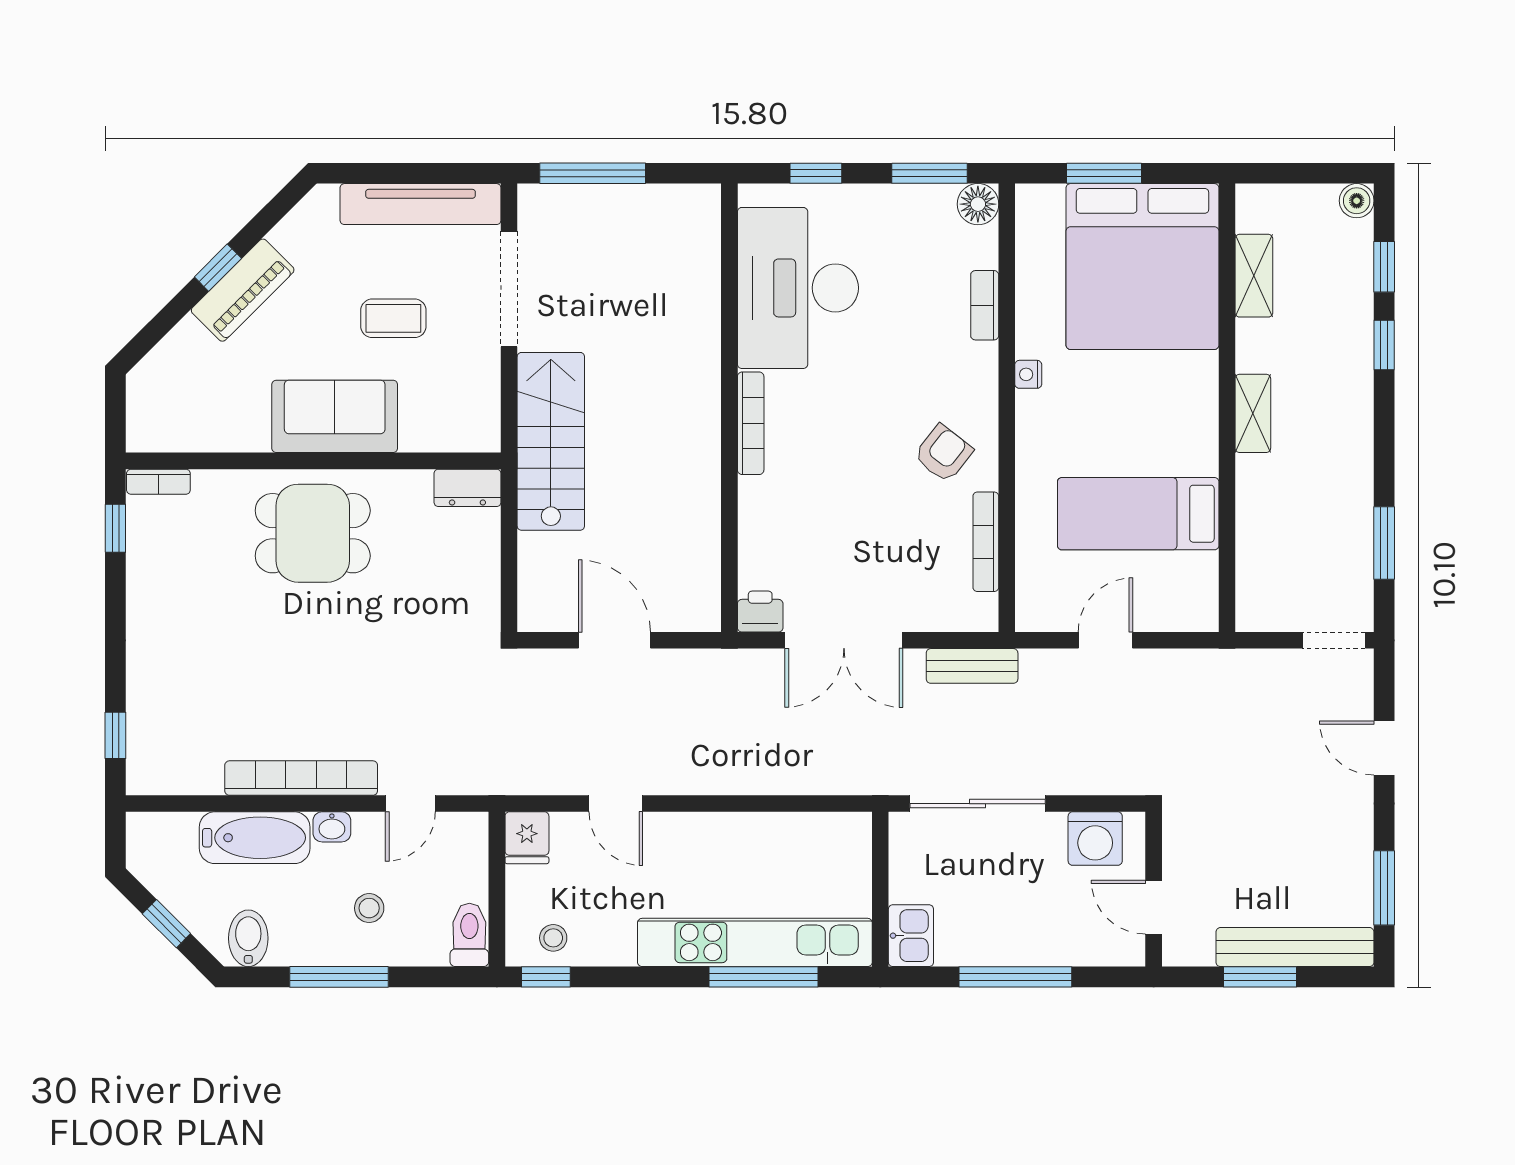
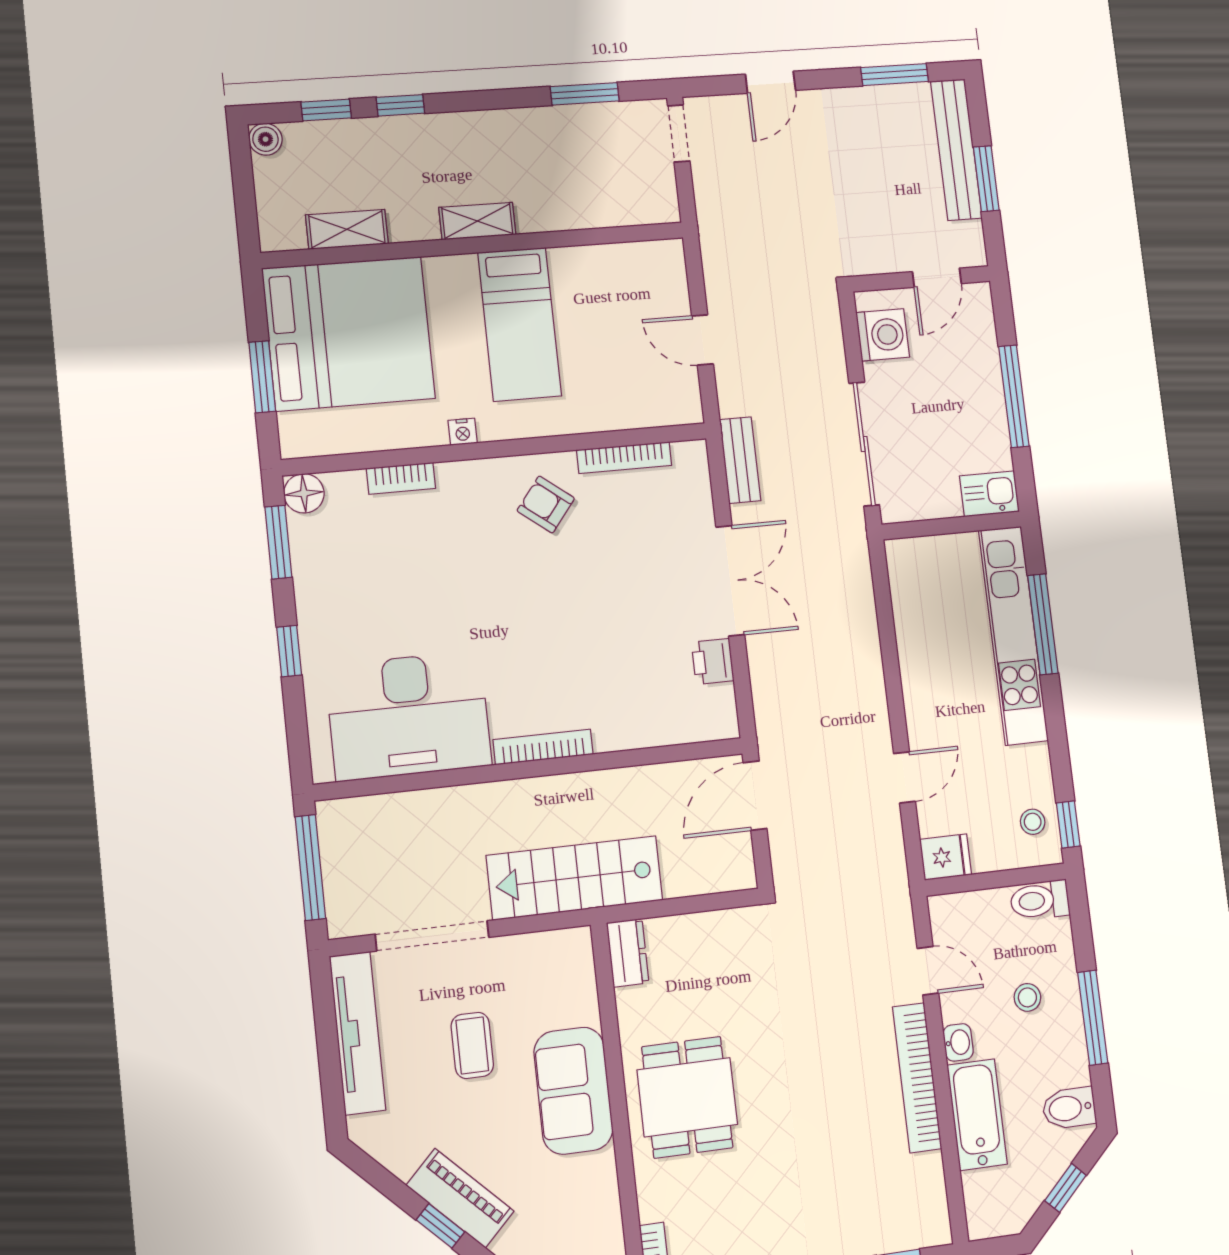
desk: (798, 288) -> (409, 716), moved
wall: (729, 408) -> (531, 769), moved
bookcase: (751, 423) -> (543, 747), moved
bed: (1138, 514) -> (520, 324), moved

